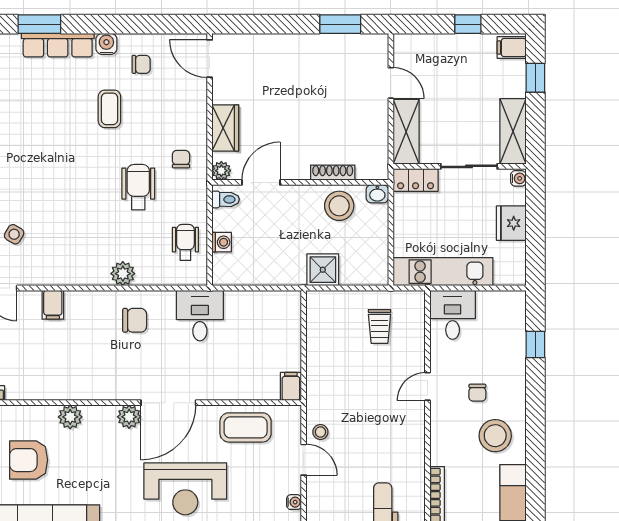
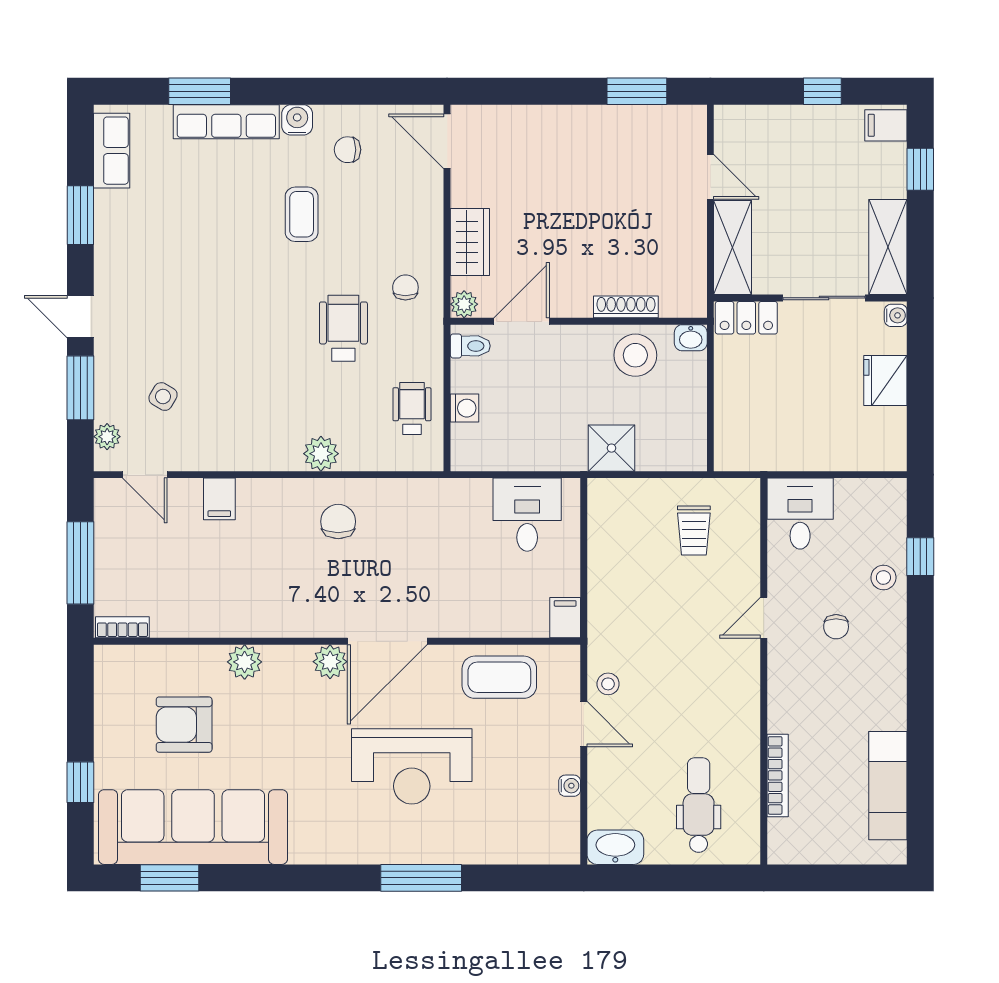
chair: (141, 64) -> (348, 150), turned 180
kitchen unit: (443, 272) -> (786, 451), removed
desk: (200, 316) -> (527, 515), moved
chair: (135, 320) -> (338, 522), turned -90
stool: (495, 436) -> (883, 578), moved, width x0.53, depth x0.53

